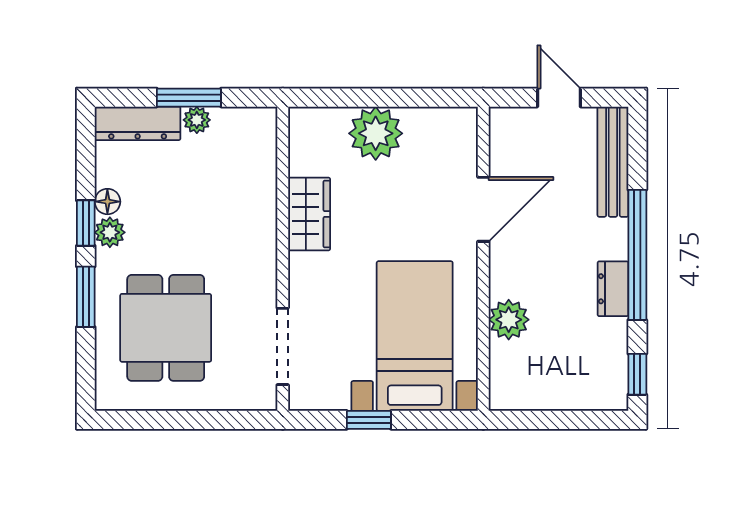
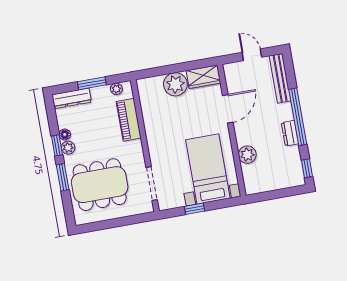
plant: (197, 120) -> (116, 89), moved
piano: (257, 194) -> (129, 120), added
wardrobe: (309, 214) -> (203, 77), moved, turned 90
dining table: (166, 328) -> (100, 185), width x1.38

